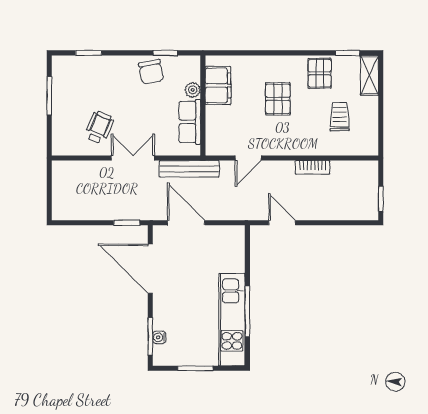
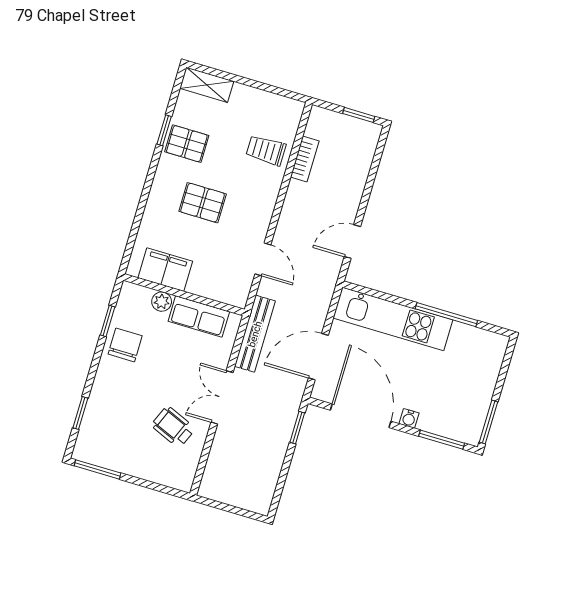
window: (348, 53) -> (164, 130), moved
chair: (151, 72) -> (125, 345), turned -79
window: (49, 96) -> (97, 469), moved
trolley: (340, 117) -> (266, 150), moved
bookcase: (313, 167) -> (305, 159), moved
door: (150, 269) -> (361, 416), swing flipped
kitchen unit: (232, 320) -> (393, 319), moved
water cooler: (159, 337) -> (409, 418), moved
window: (195, 368) -> (489, 422), moved

